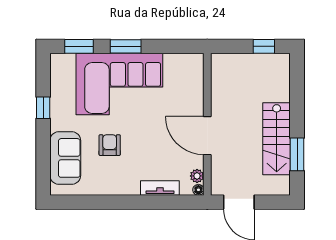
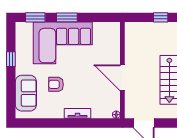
armchair: (110, 145) -> (56, 84), turned -90
plant: (197, 176) -> (115, 105), removed
tv unit: (160, 188) -> (78, 113), moved

